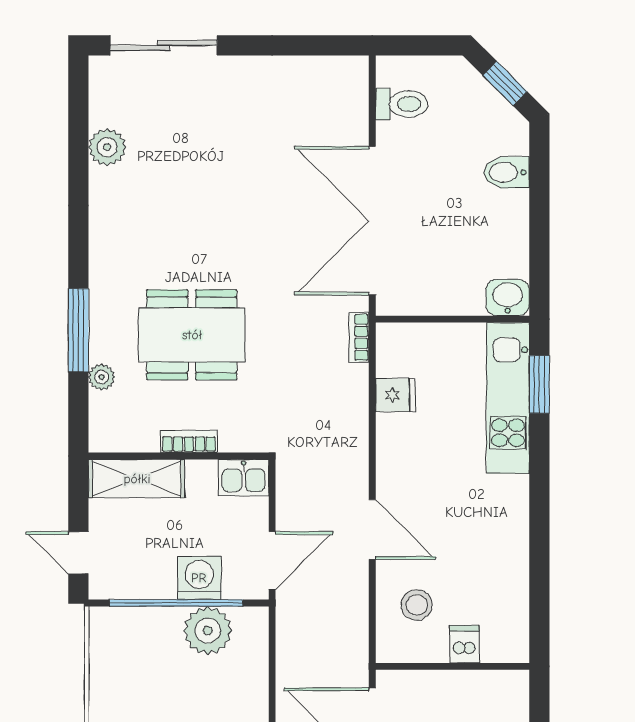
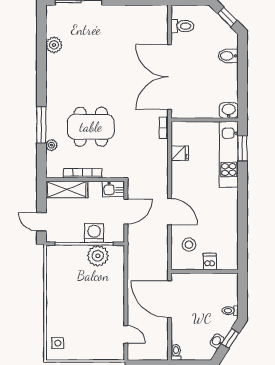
bookcase: (189, 441) -> (83, 173), width x1.56
door: (272, 560) -> (126, 211), moved

